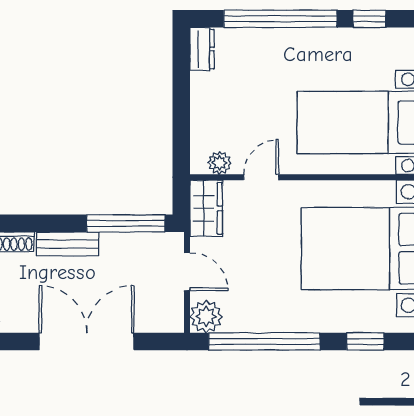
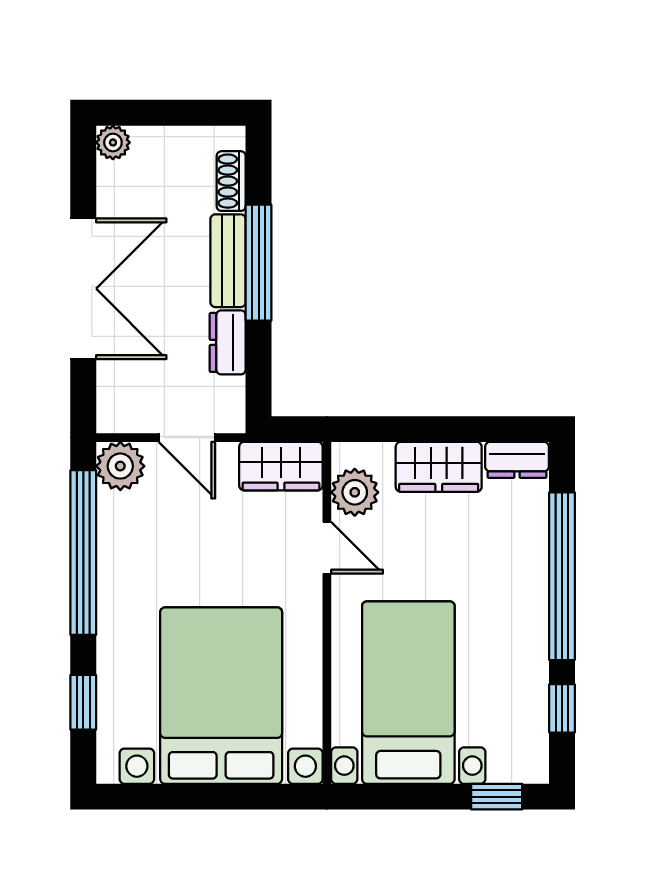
wardrobe: (207, 102) -> (439, 467), added
plant: (219, 163) -> (355, 492), width x1.38, depth x1.38
window: (126, 223) -> (259, 263), moved
dresser: (123, 244) -> (228, 342), added
door: (187, 272) -> (187, 438), hinge flipped

